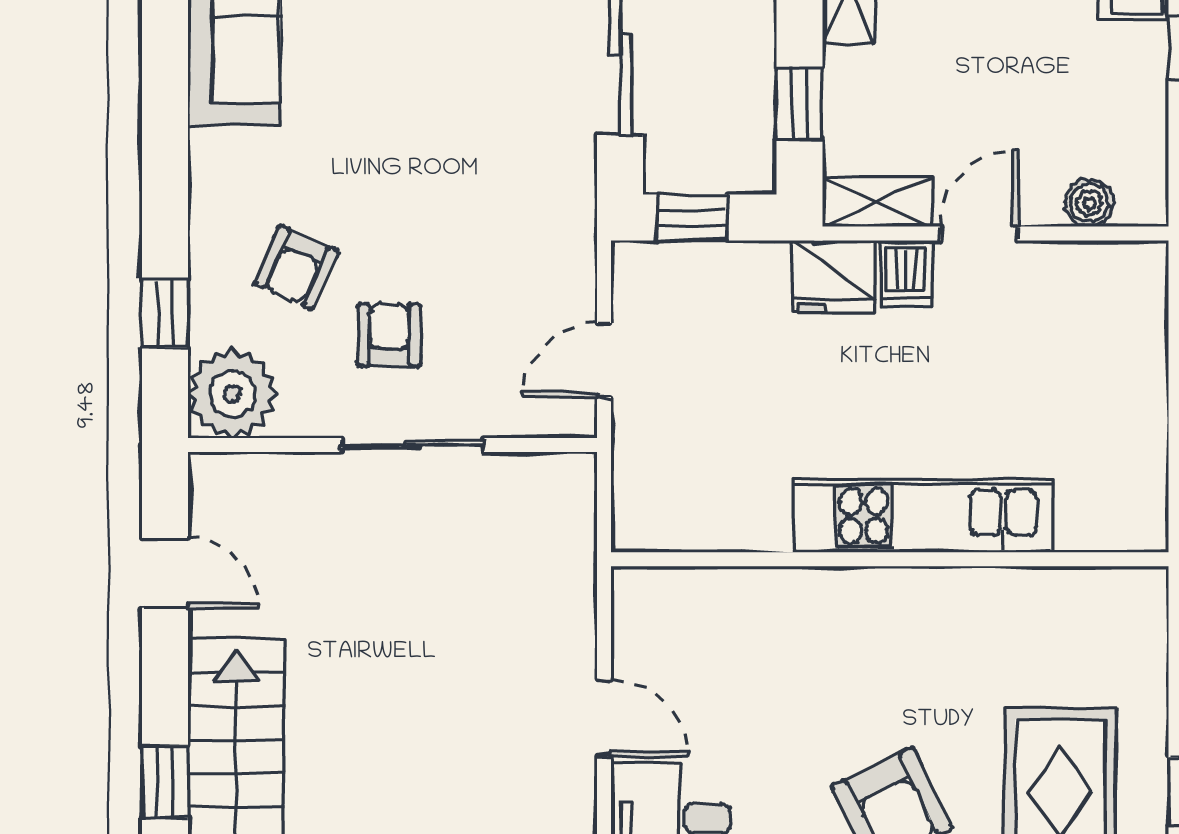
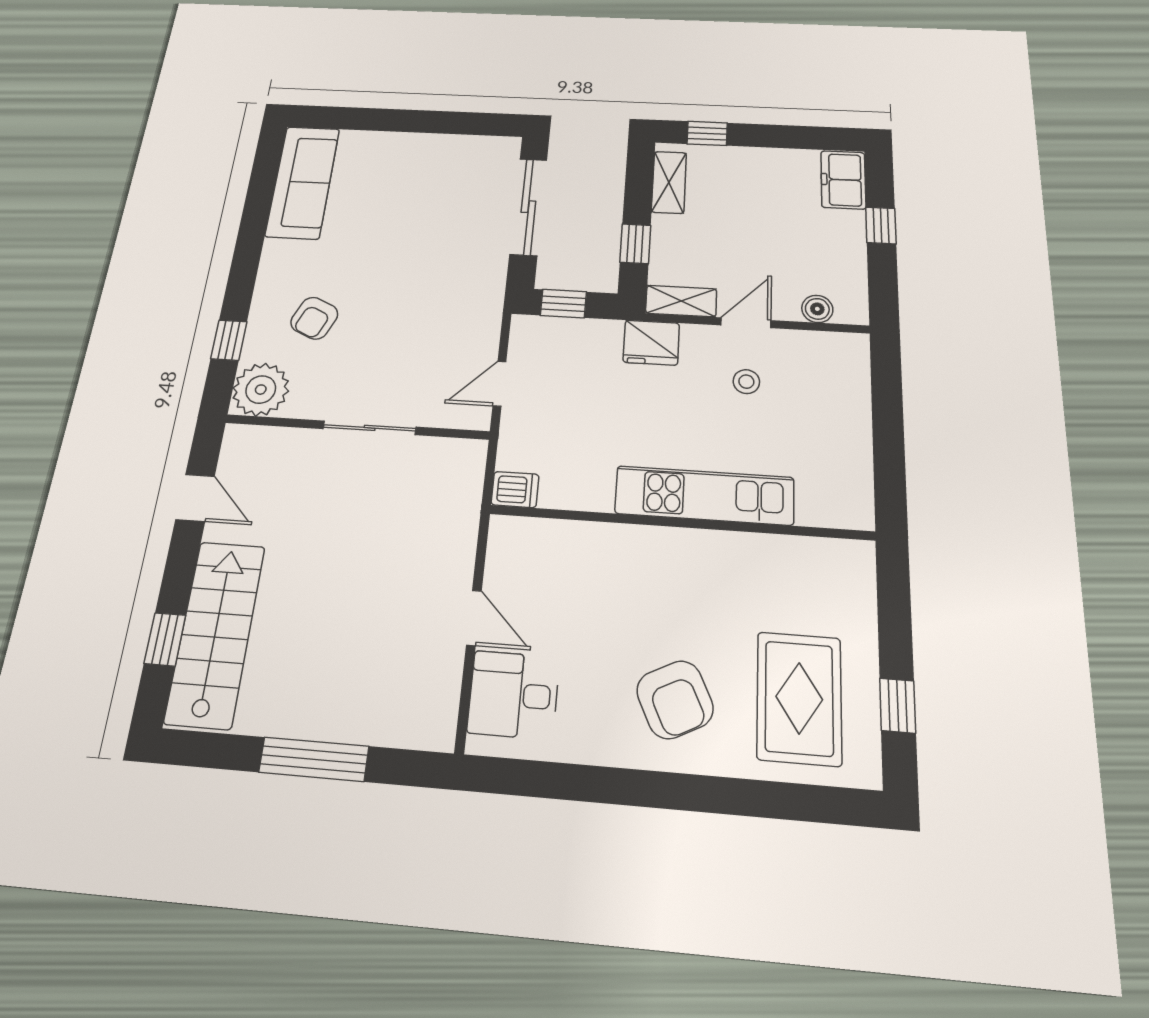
dishwasher: (906, 274) -> (515, 490), moved, turned -90
stool: (981, 332) -> (746, 382), added
armchair: (389, 335) -> (365, 361), removed

